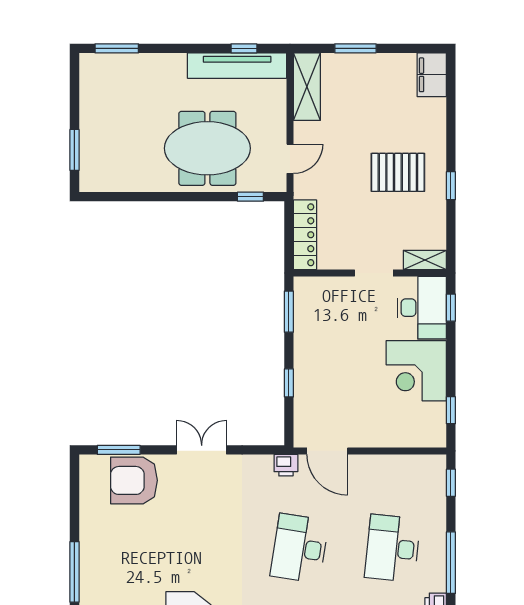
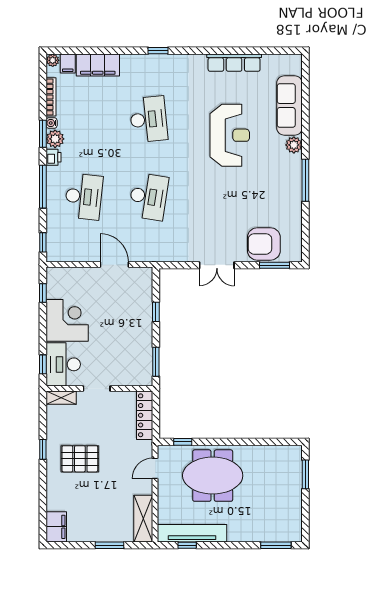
door: (327, 451) -> (114, 265), moved
printer: (286, 465) -> (158, 255), removed
armchair: (134, 480) -> (264, 244), turned 180

